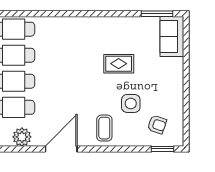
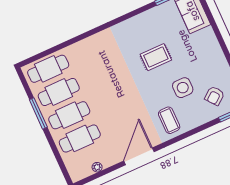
armchair: (157, 124) -> (215, 96), turned 123
plant: (22, 137) -> (97, 167), width x0.53, depth x0.53

